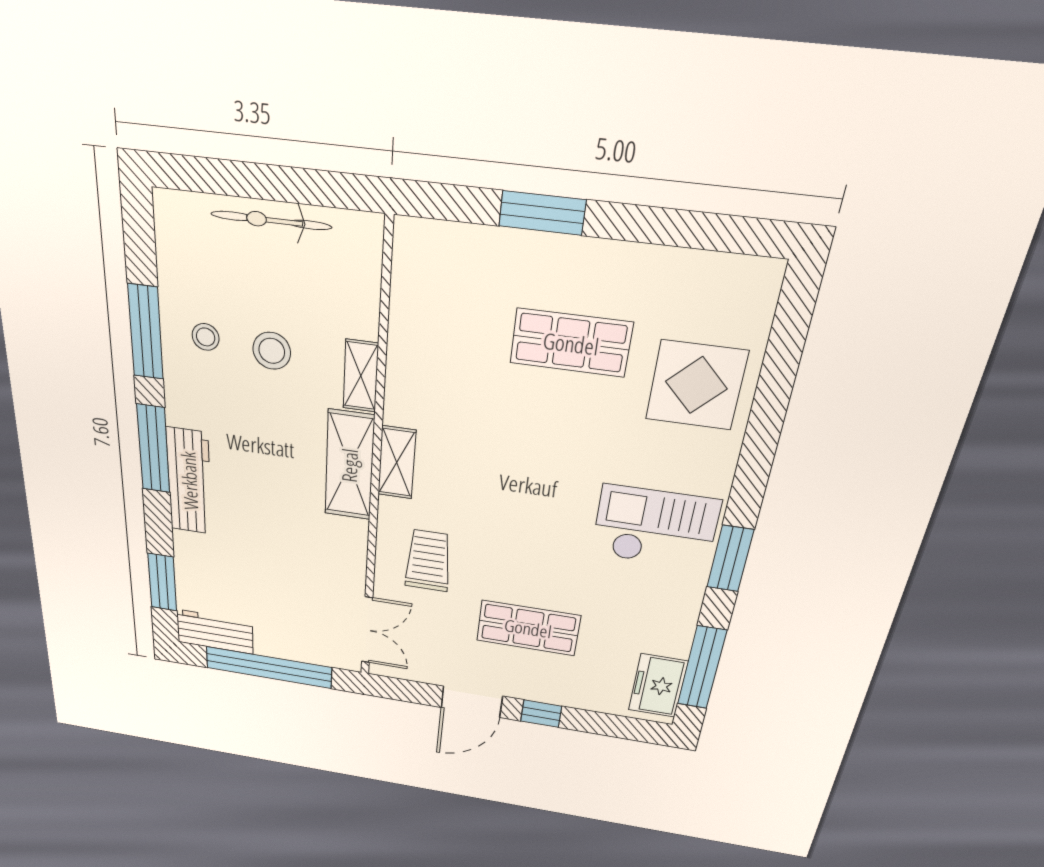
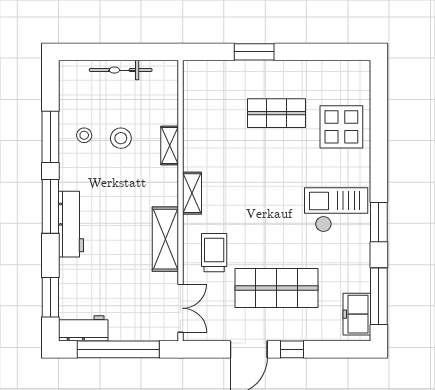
shelving: (349, 465) -> (165, 239), moved
shop shelf: (528, 628) -> (277, 288), width x1.43, depth x1.36

